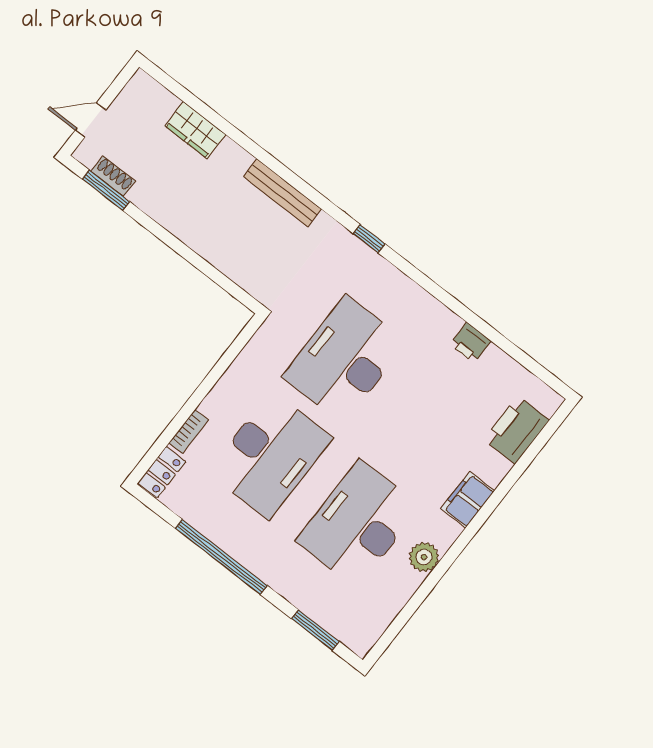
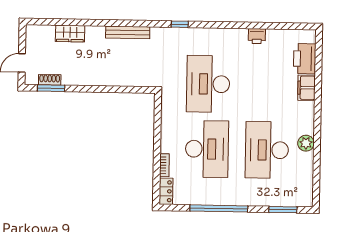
filing cabinet: (468, 500) -> (306, 88), moved

